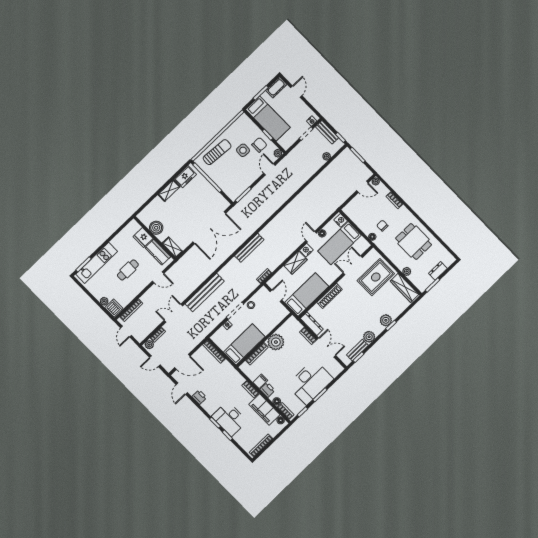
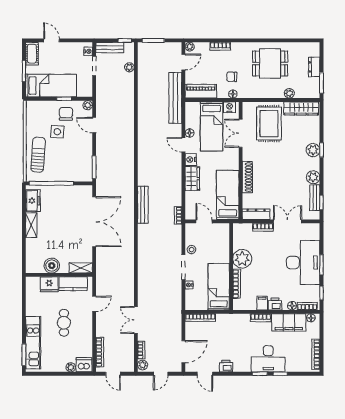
piano: (355, 215) -> (201, 91), added
nightstand: (341, 220) -> (230, 107), moved
bench: (205, 292) -> (175, 98), moved

